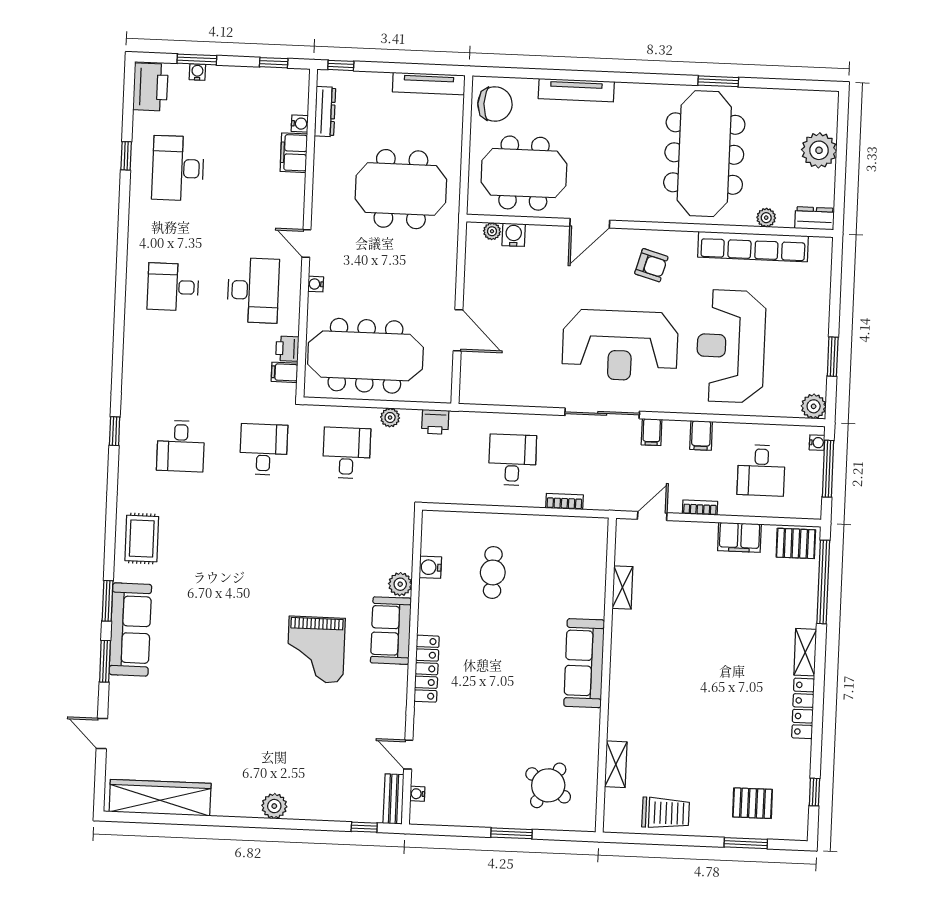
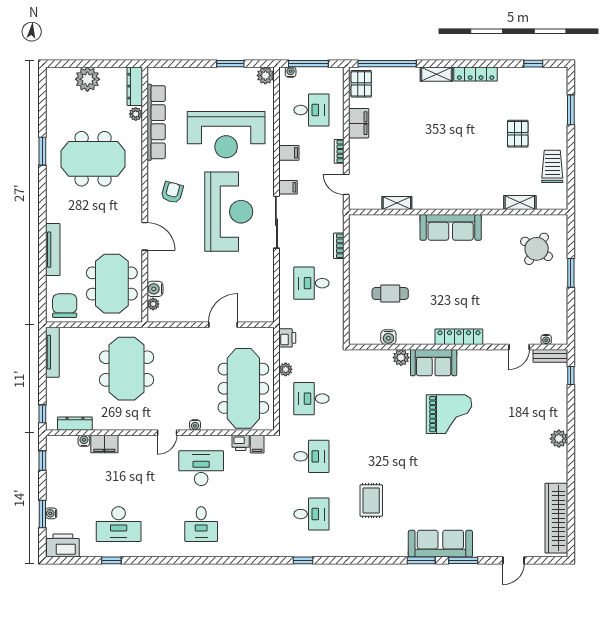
meeting table: (704, 154) -> (93, 159), width x0.73
dresser: (815, 218) -> (135, 86), width x1.44
desk: (264, 449) -> (311, 456), turned 180
rug: (142, 539) -> (371, 500), moved, turned 90
pallet: (752, 803) -> (518, 134), moved

